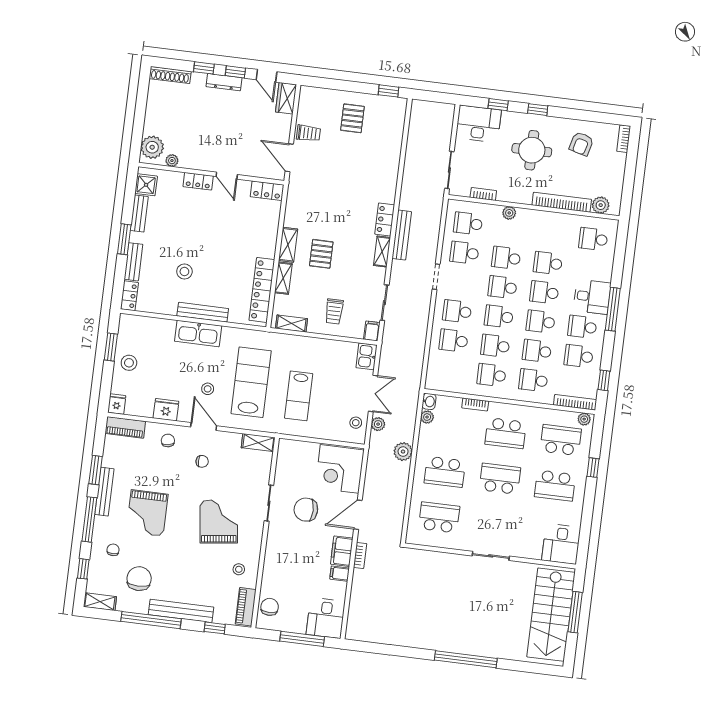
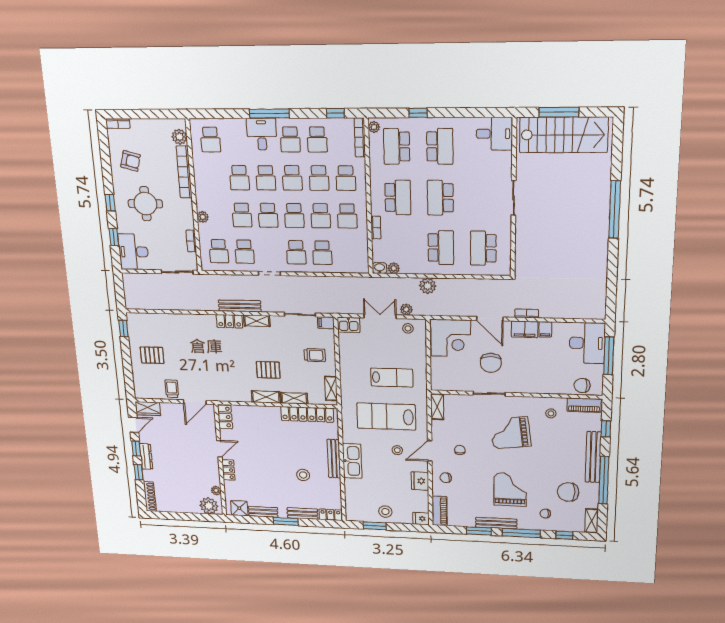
grand piano: (147, 513) -> (510, 490), turned -90
desk: (326, 618) -> (587, 343), width x1.37

